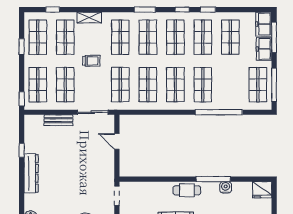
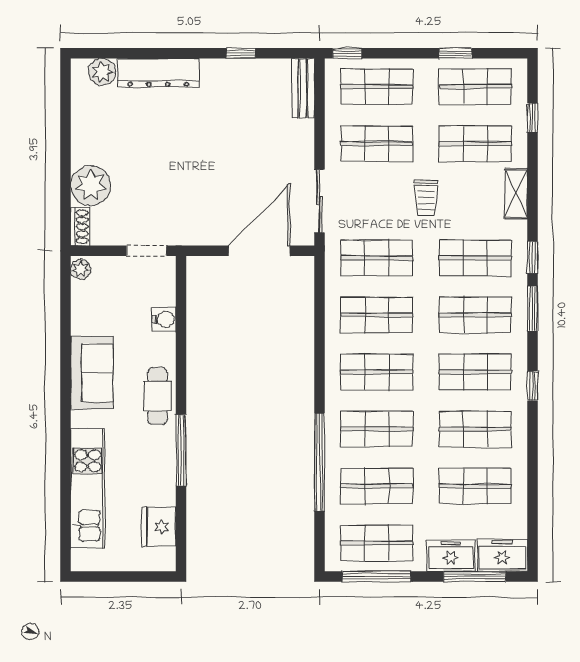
window: (208, 10) -> (532, 257), moved
shop shelf: (230, 85) -> (377, 486), added
bench: (58, 120) -> (303, 88), moved
door: (117, 141) -> (259, 251), width x1.87
dresser: (31, 173) -> (158, 73), moved
water cooler: (226, 187) -> (164, 319), moved
fridge: (262, 190) -> (159, 527), moved

